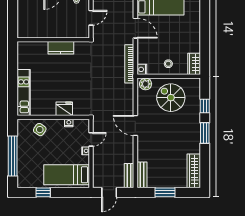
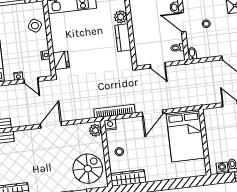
plant: (41, 48) -> (121, 17), added
wardrobe: (194, 64) -> (128, 178), width x1.50
spiral stairs: (171, 98) -> (88, 169), moved
fridge: (64, 109) -> (61, 60), moved

